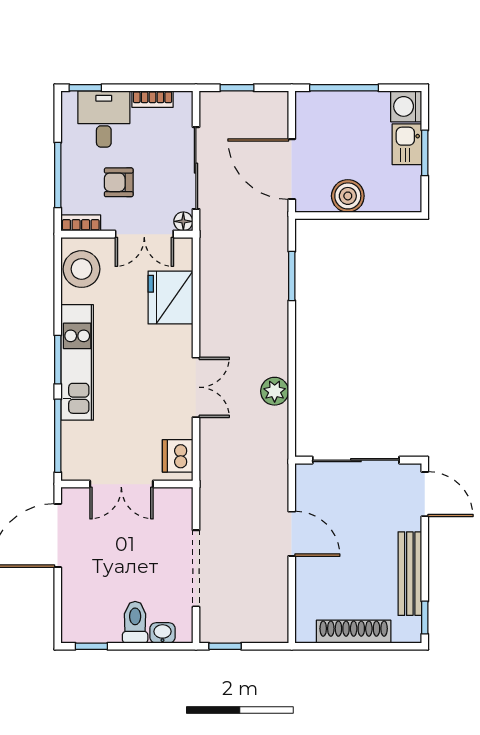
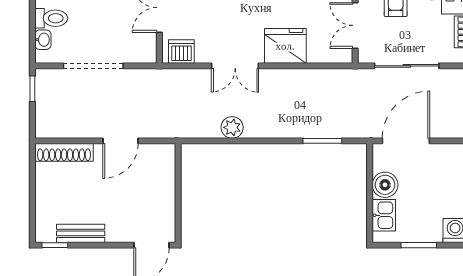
kitchen sink: (407, 144) -> (384, 215), moved, turned 90
floor lamp: (183, 221) -> (365, 56), removed
fridge: (170, 298) -> (285, 46), moved
sliding door: (356, 460) -> (178, 191), removed
bench: (410, 574) -> (81, 233), width x0.73
shoe rack: (354, 632) -> (64, 152), moved, turned 90

